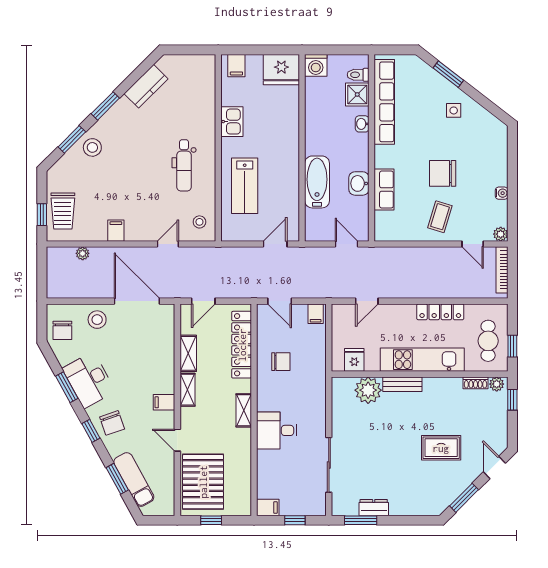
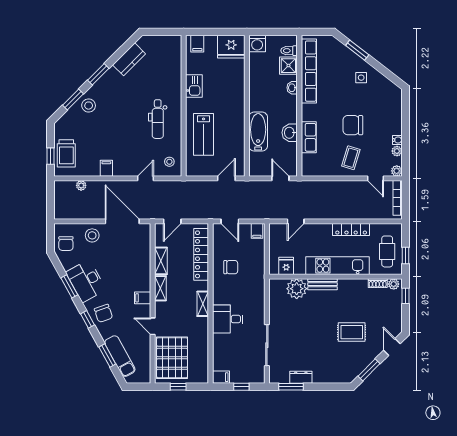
plant: (501, 208) -> (397, 151), added

